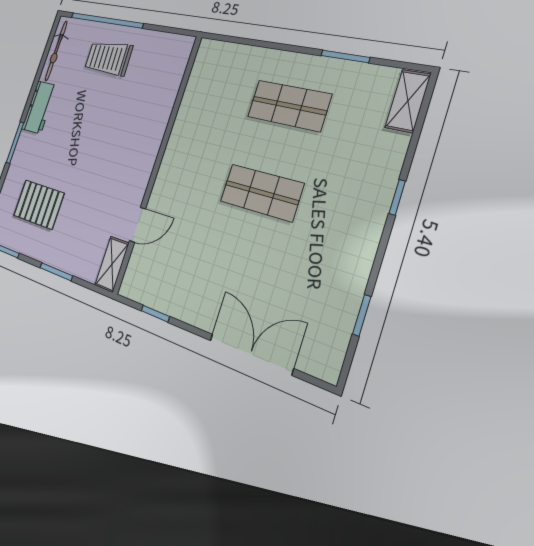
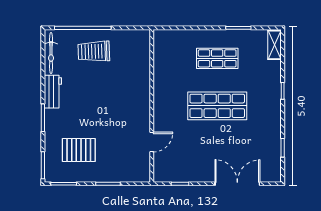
shop shelf: (261, 193) -> (217, 106), width x1.43, depth x1.36
shelving: (112, 264) -> (144, 168), removed

